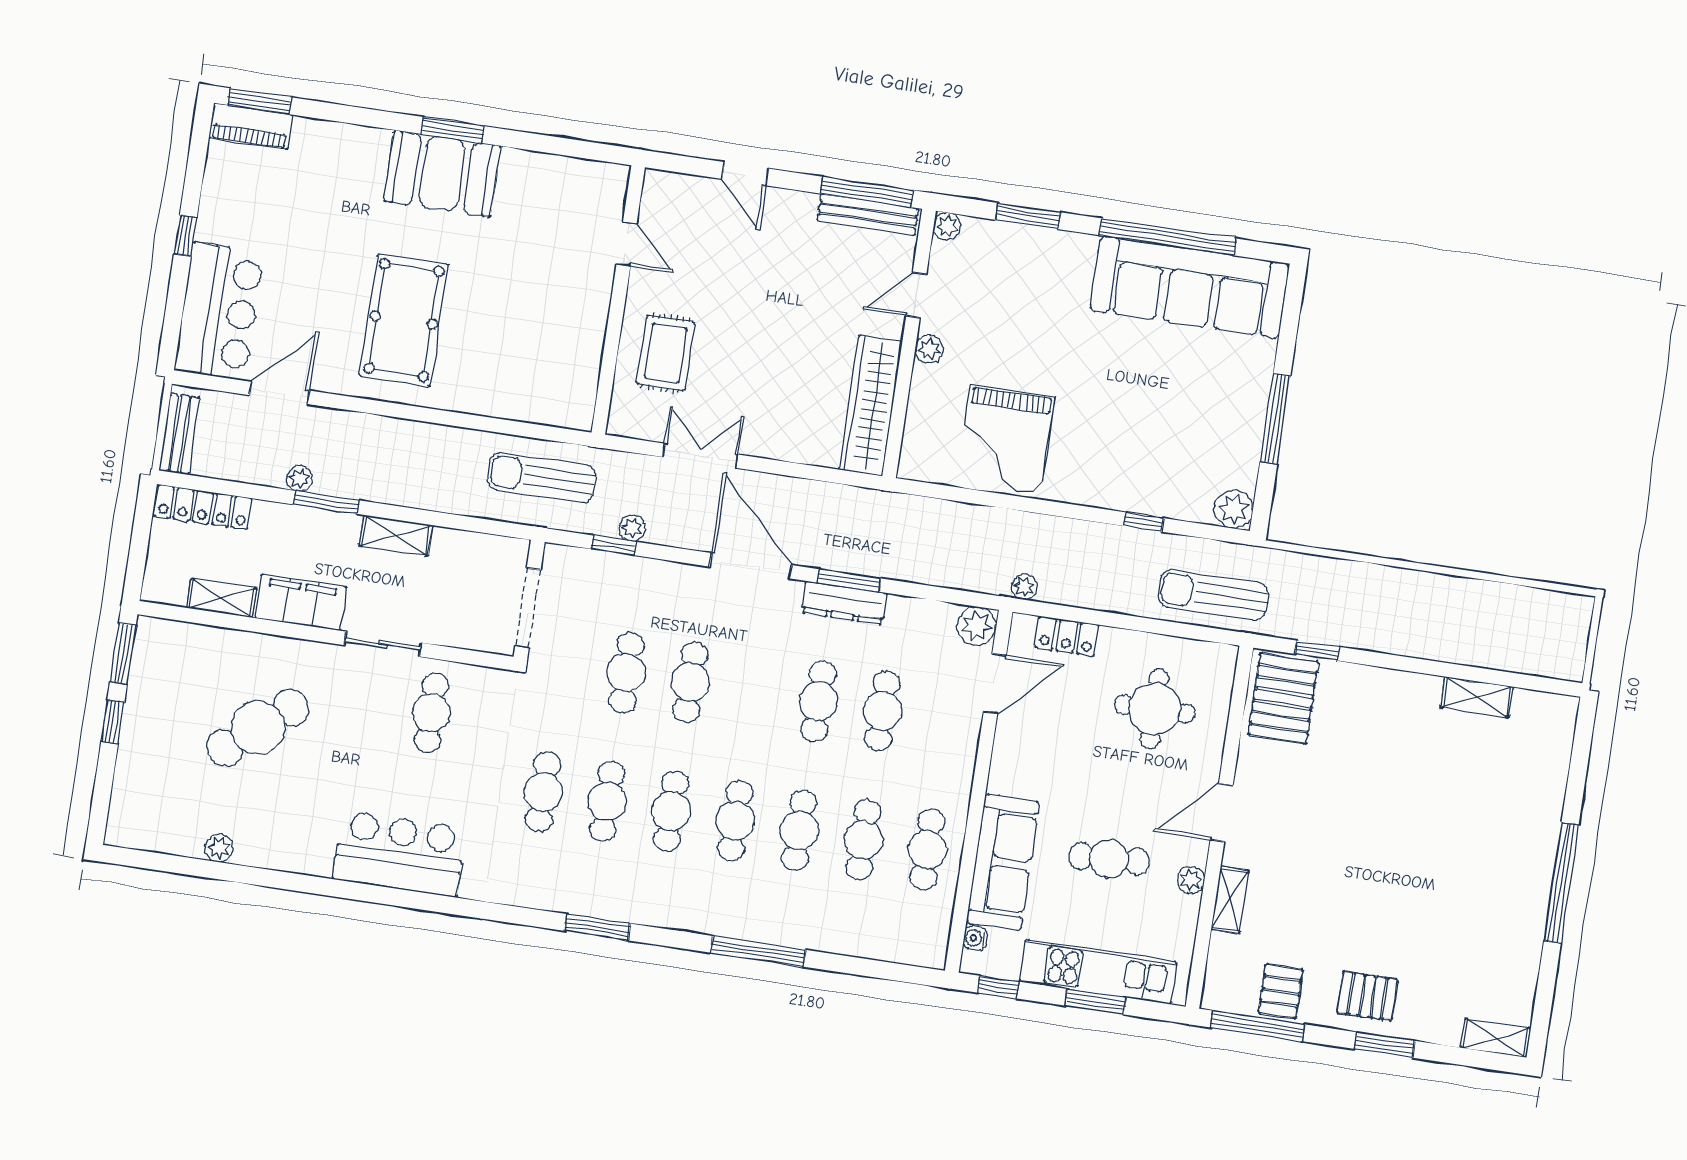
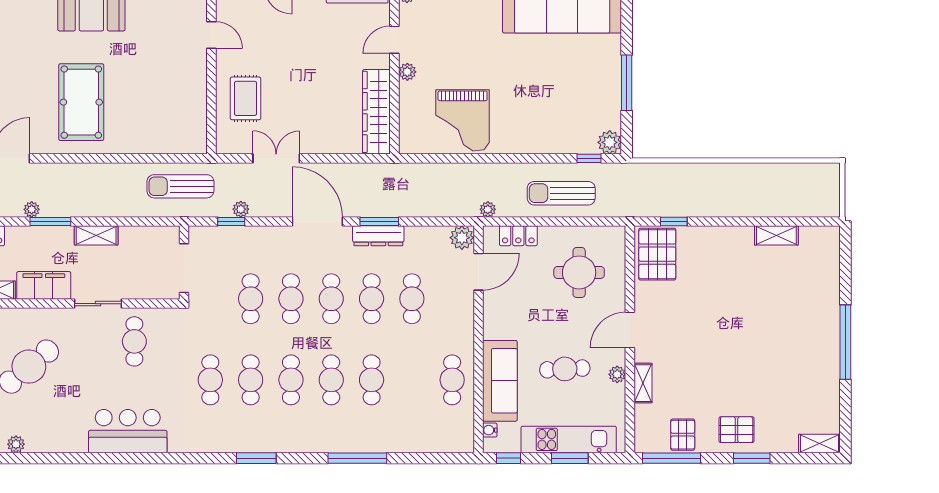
window: (1144, 522) -> (589, 158), moved
sun lounger: (1213, 595) -> (561, 193), moved
cafe table: (863, 840) -> (331, 299), moved

